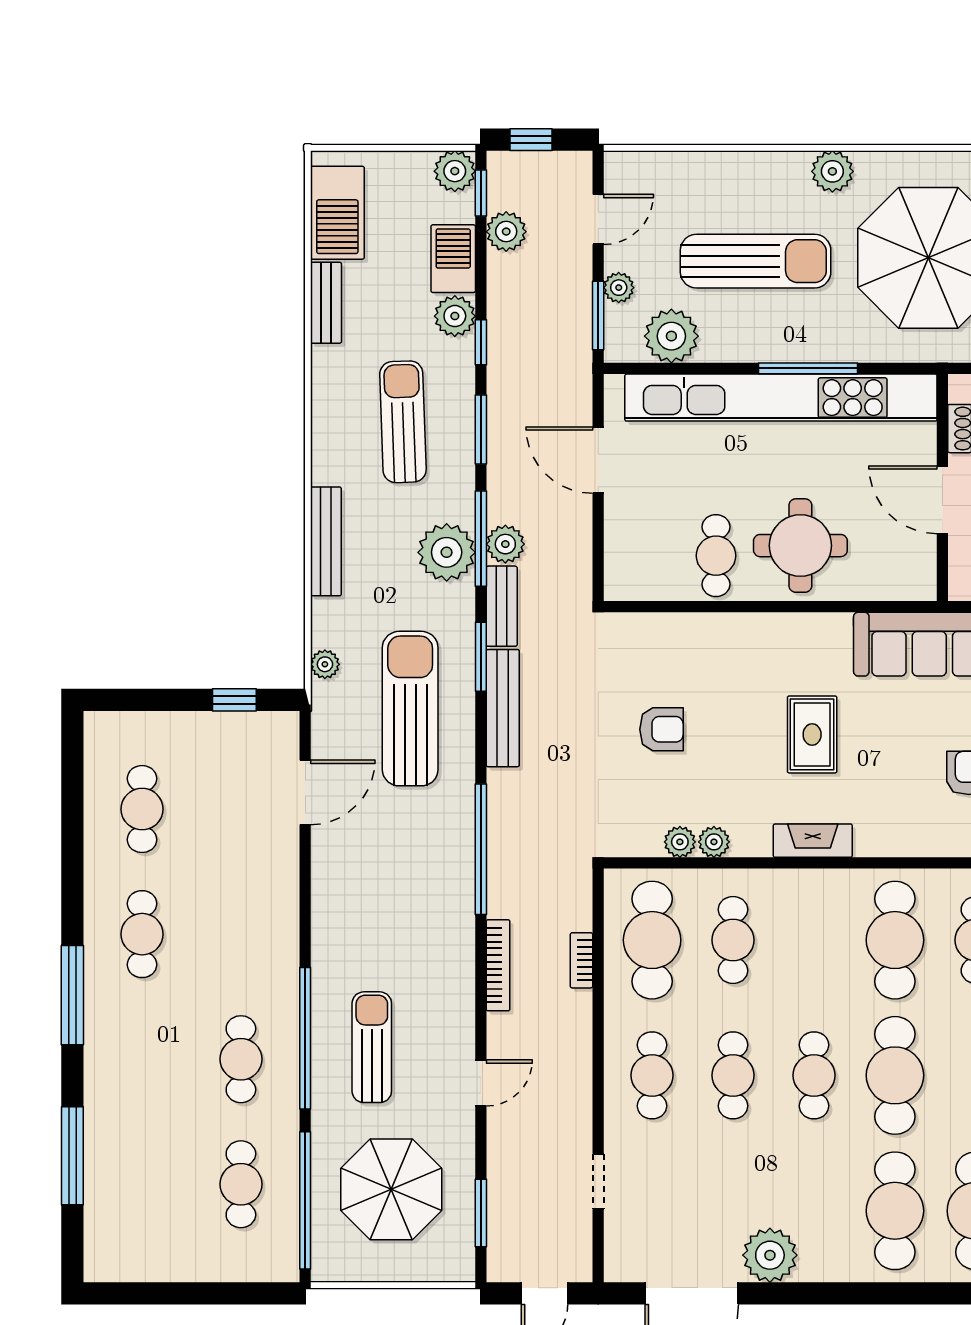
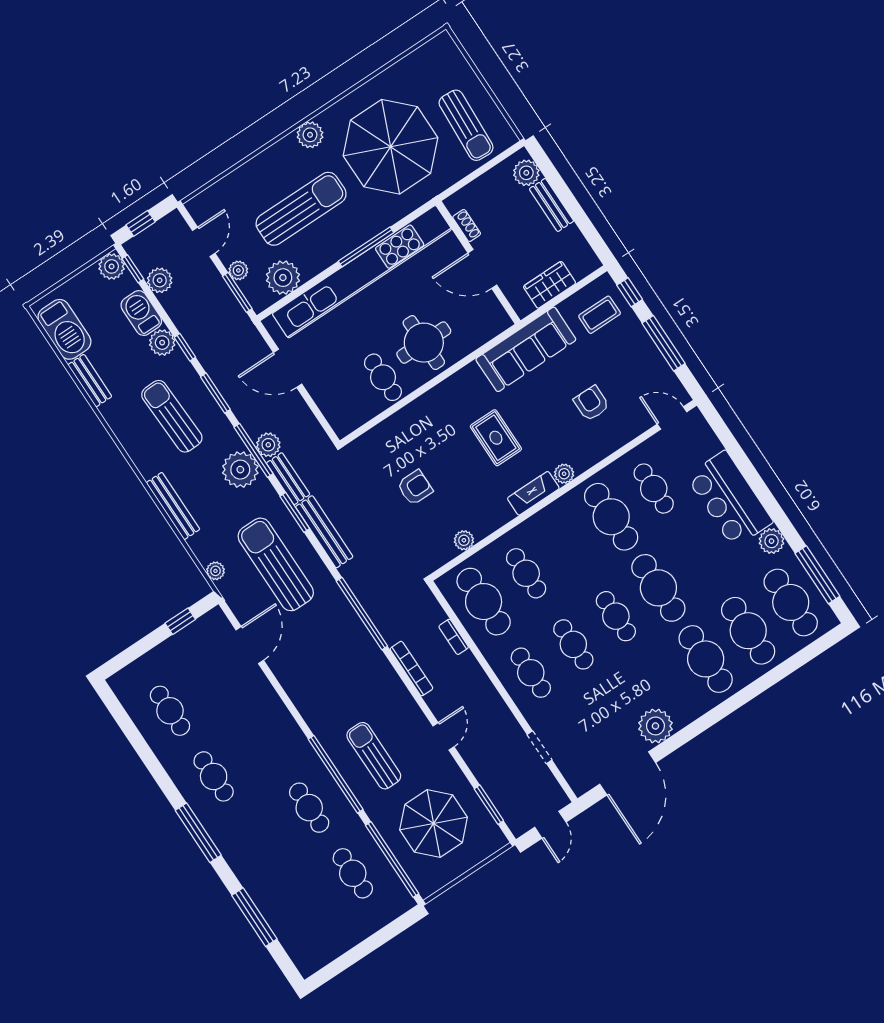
plant: (714, 842) -> (564, 474), moved

